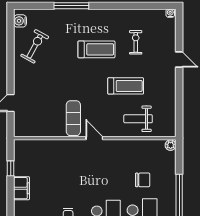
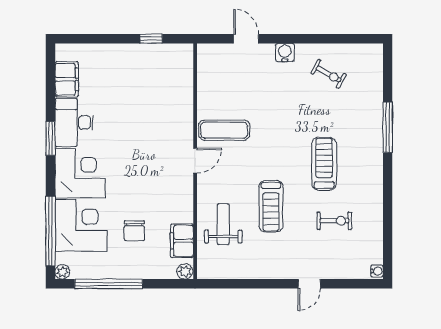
water cooler: (20, 21) -> (285, 53), moved
exercise bike: (35, 46) -> (329, 74), width x0.73, depth x0.72
treadmill: (96, 49) -> (324, 164), turned 180
filing cabinet: (22, 188) -> (182, 241), moved, turned 90

